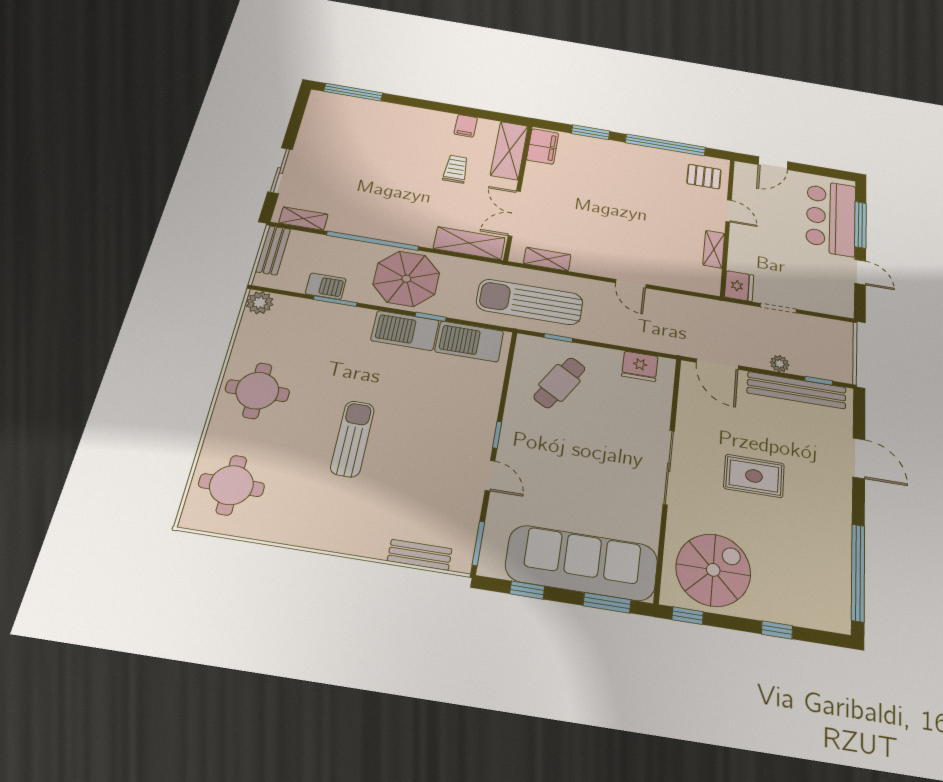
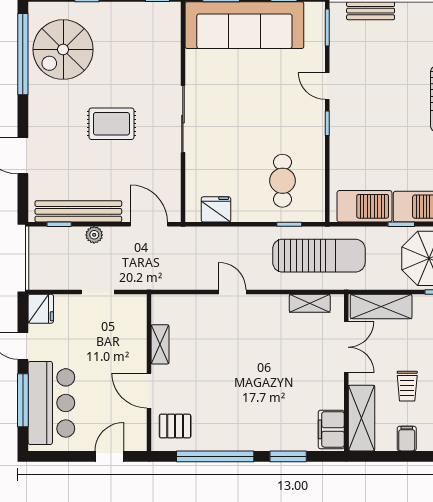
door: (729, 211) -> (149, 391), width x1.38
fridge: (739, 286) -> (41, 309), moved, turned 180
cafe table: (560, 383) -> (282, 181), turned -31
spiral stairs: (713, 570) -> (63, 50), moved

